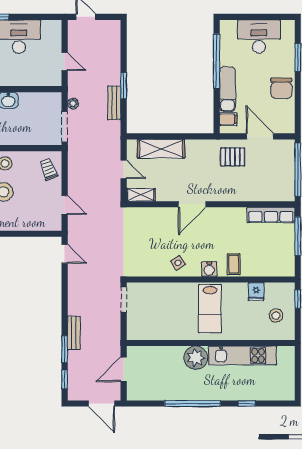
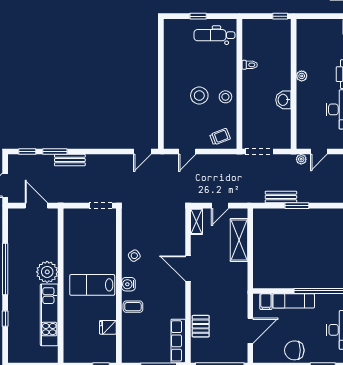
plant: (73, 104) -> (301, 159), moved
pallet: (233, 157) -> (201, 326), moved
stool: (276, 316) -> (86, 345), removed

